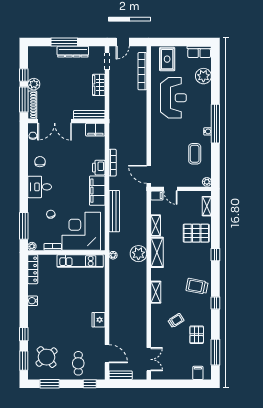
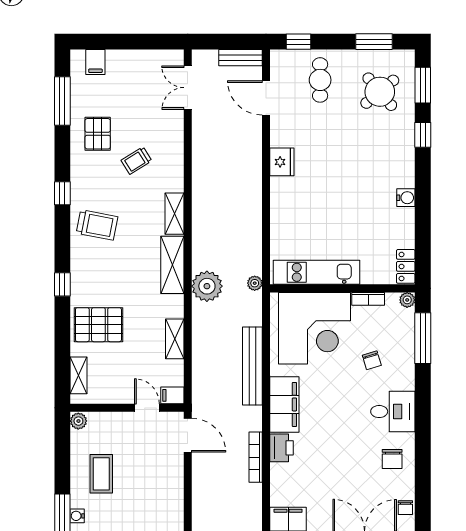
shelving: (157, 252) -> (172, 265), moved
locker: (33, 269) -> (406, 266), width x0.66

